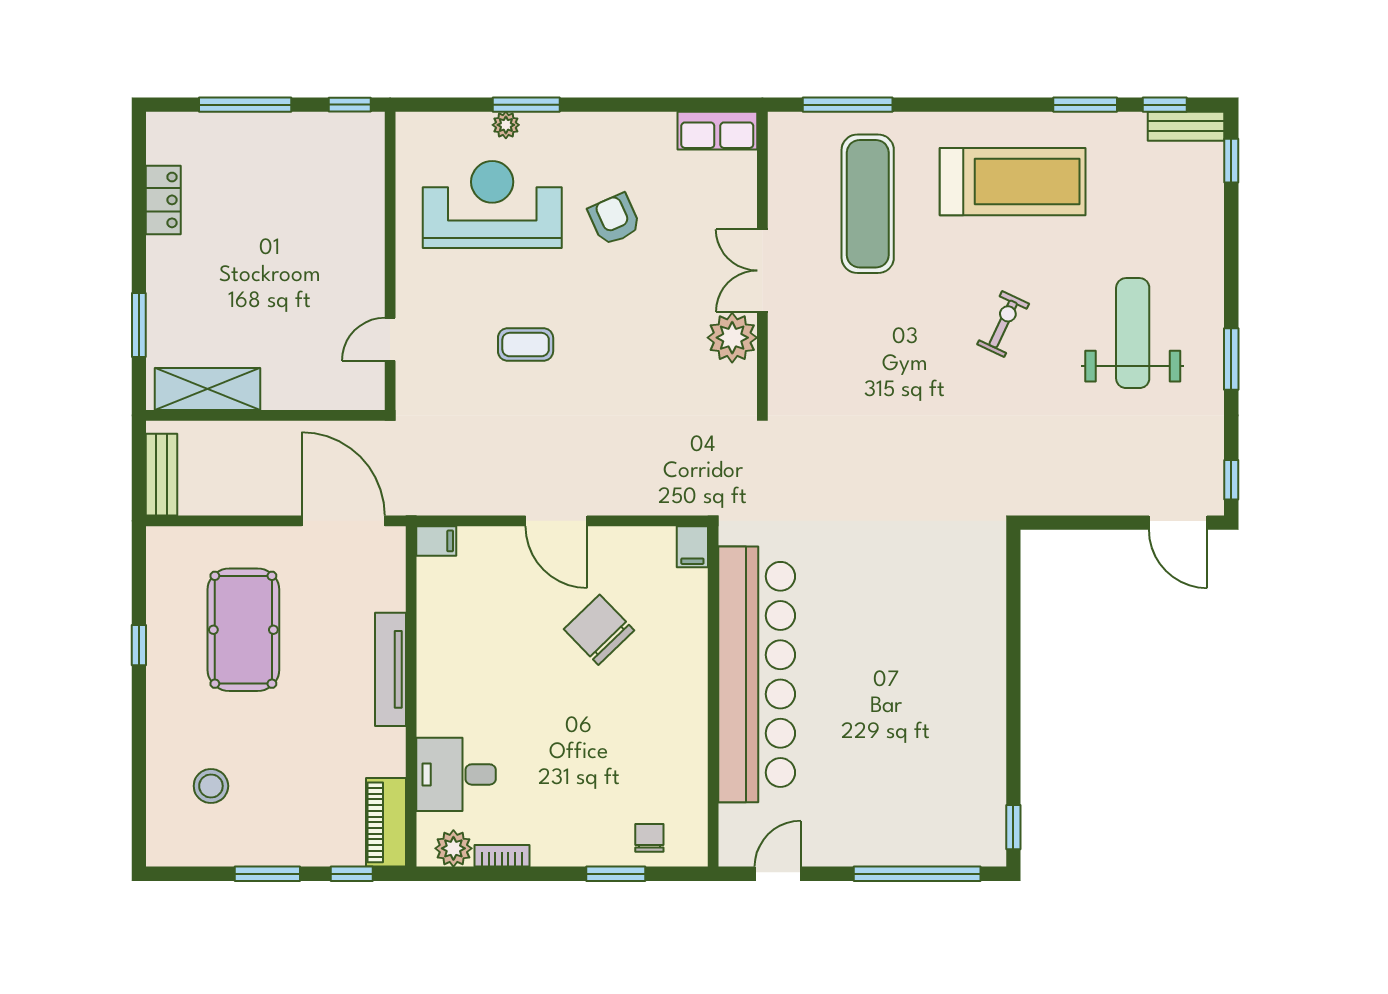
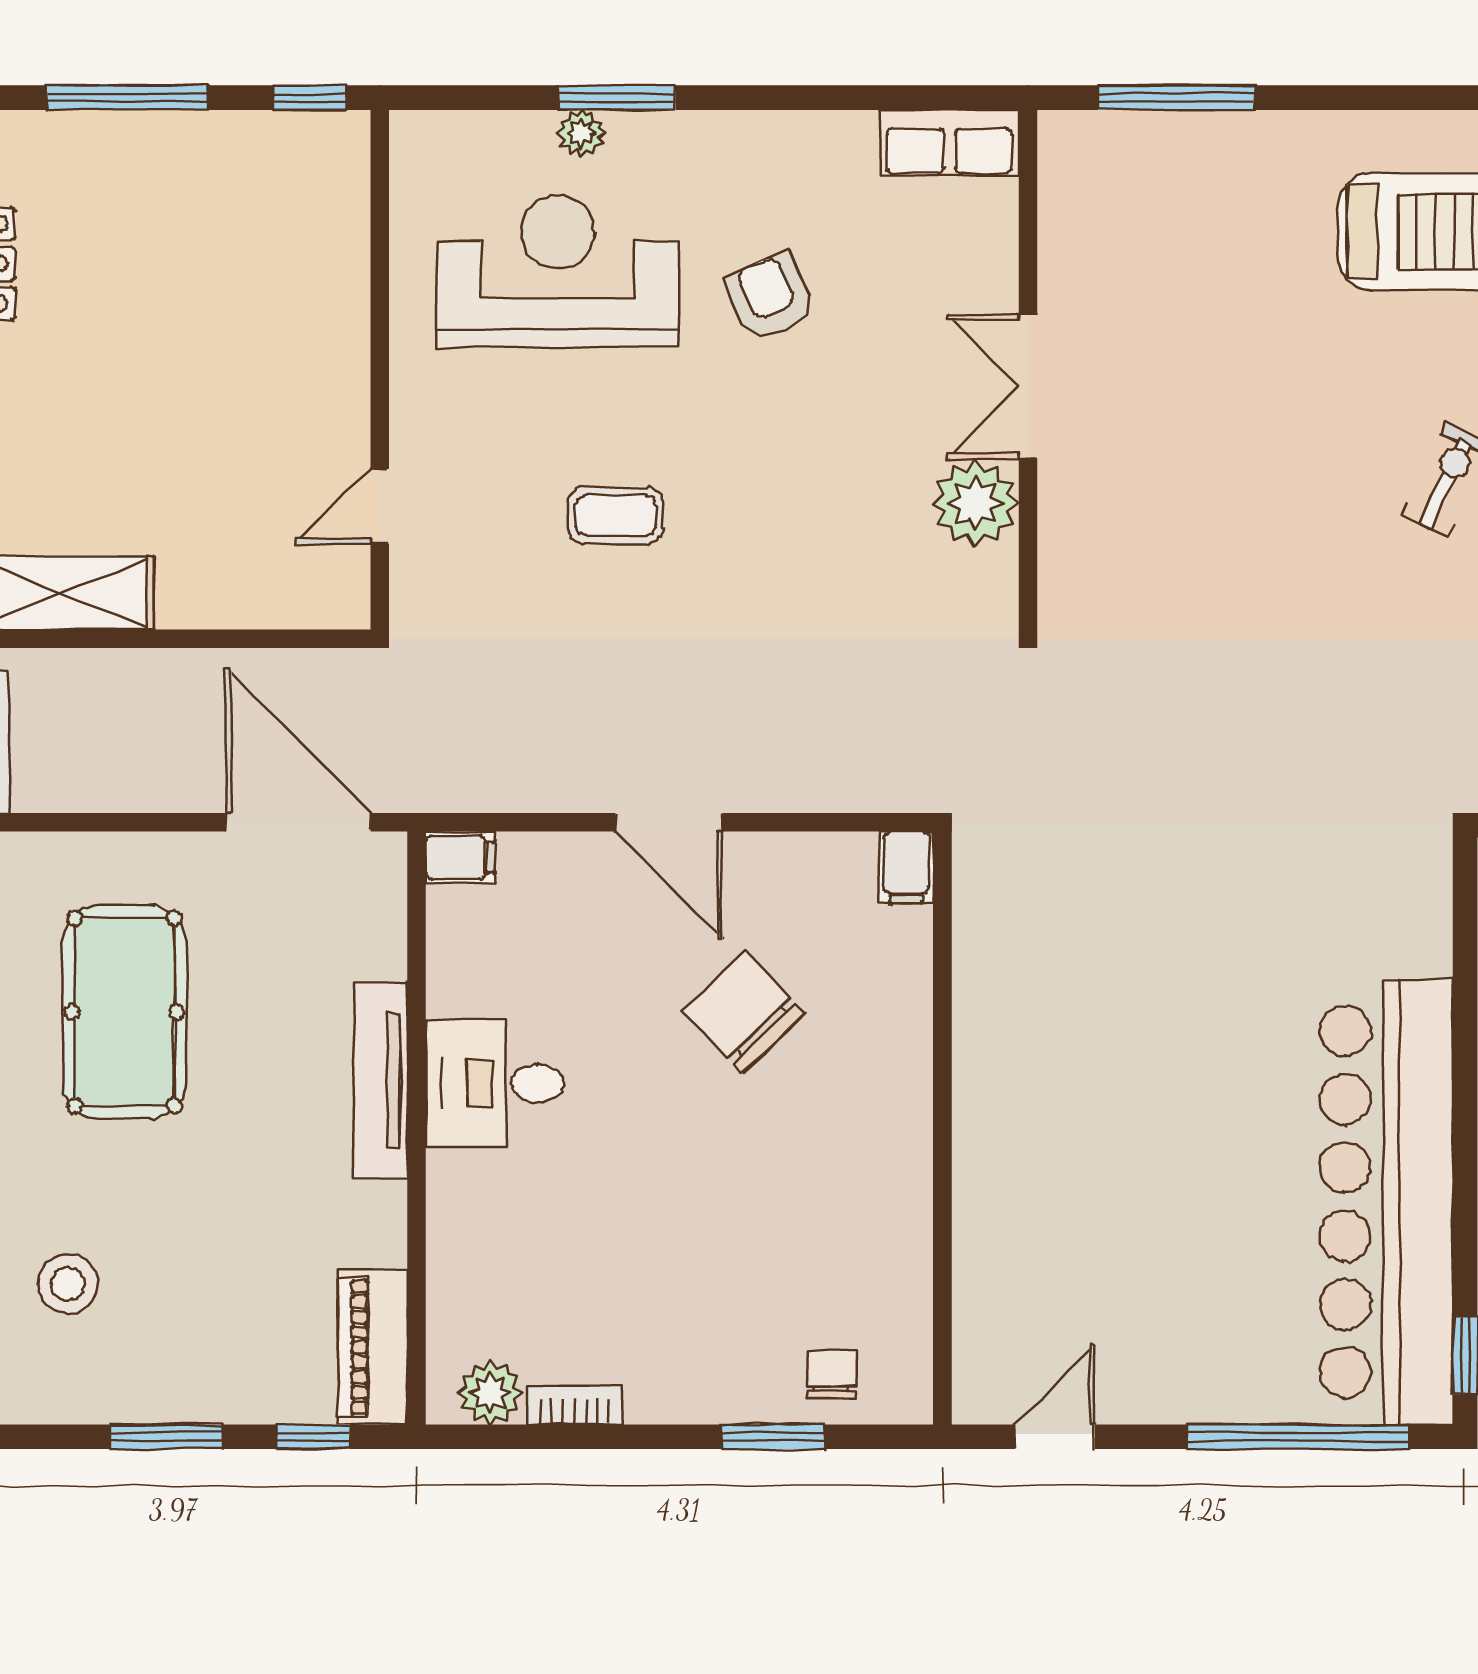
exercise mat: (868, 204) -> (1211, 270), removed
bar counter: (757, 674) -> (1386, 1202), moved, turned 180
desk: (456, 774) -> (495, 1083), moved

